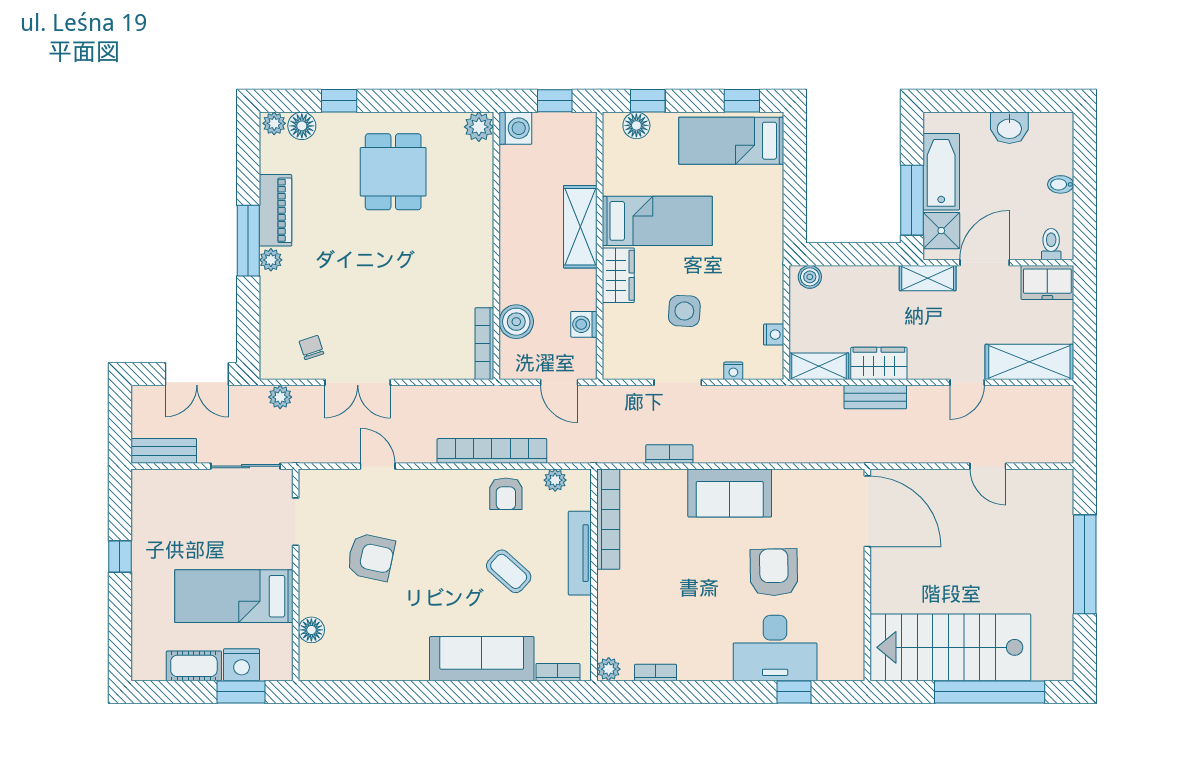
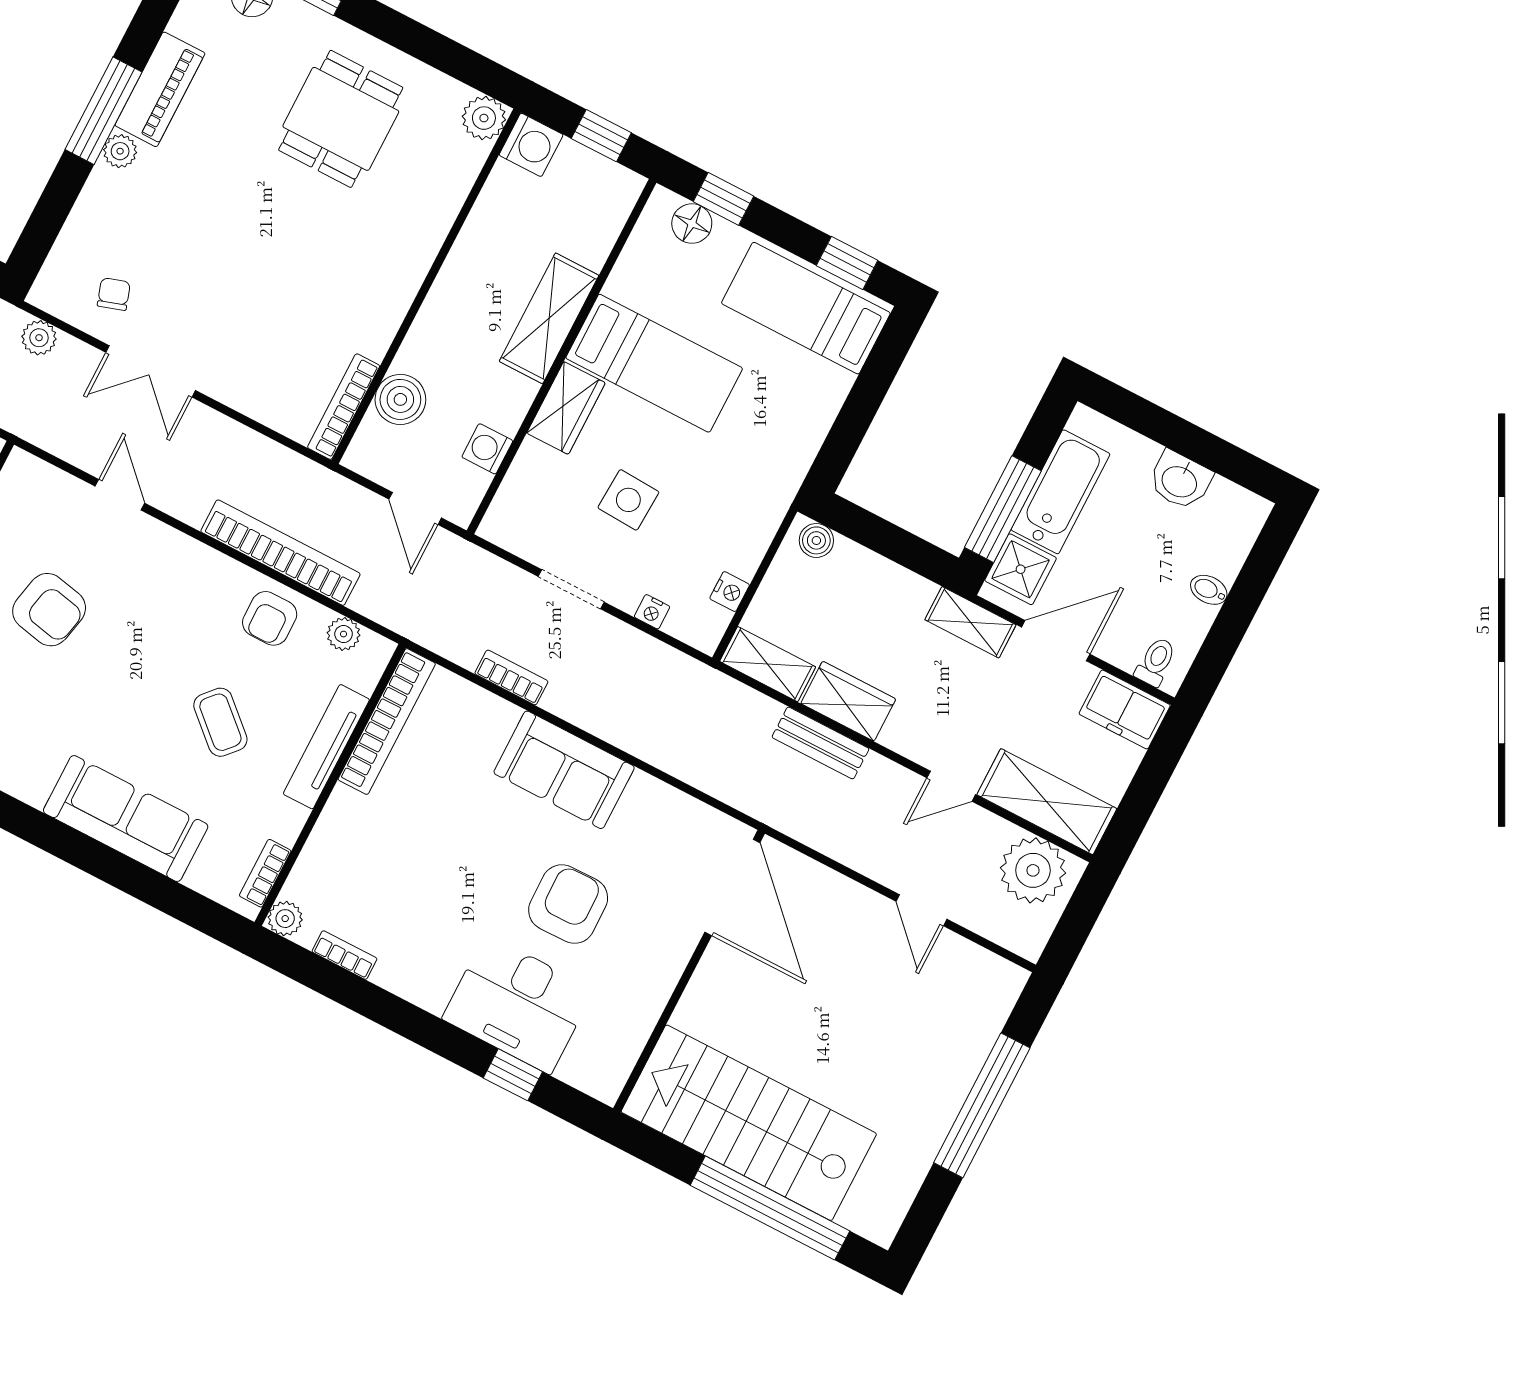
plant: (1042, 407) -> (1033, 870), added
bookcase: (558, 672) -> (265, 873), moved, turned -90

